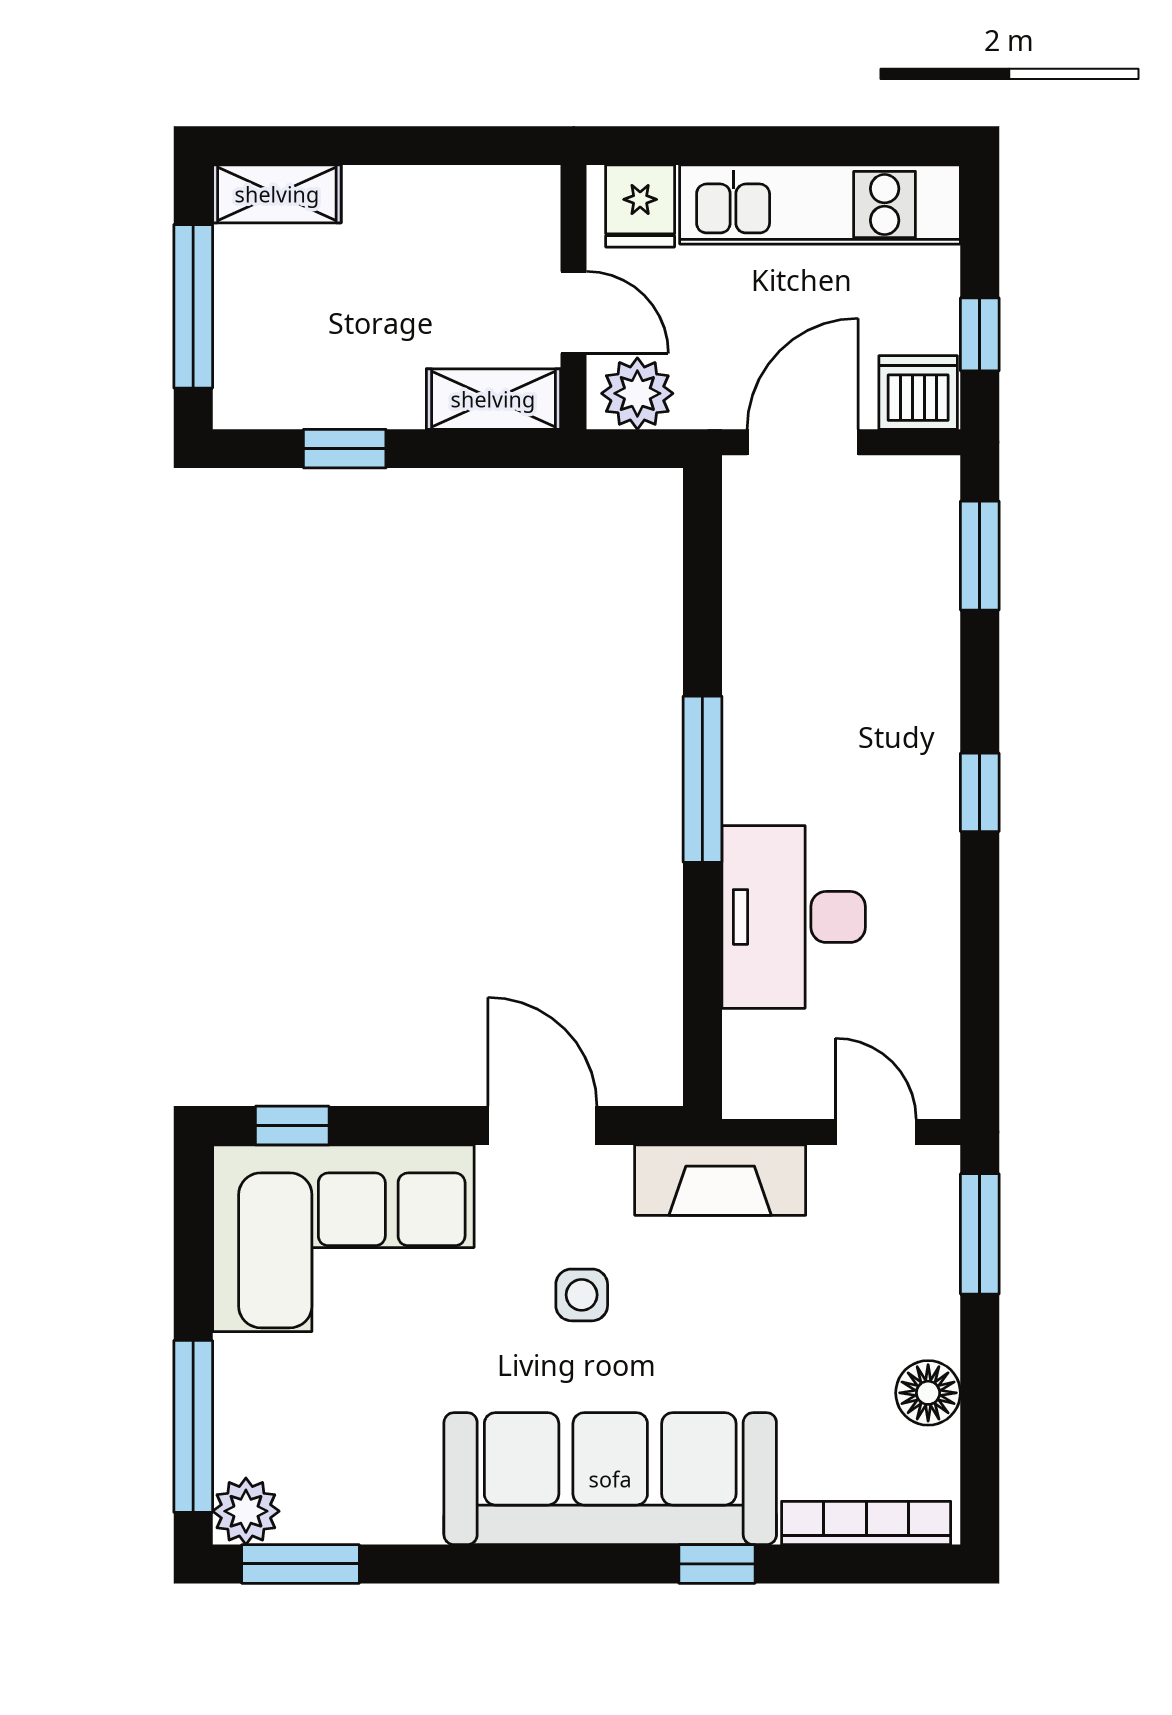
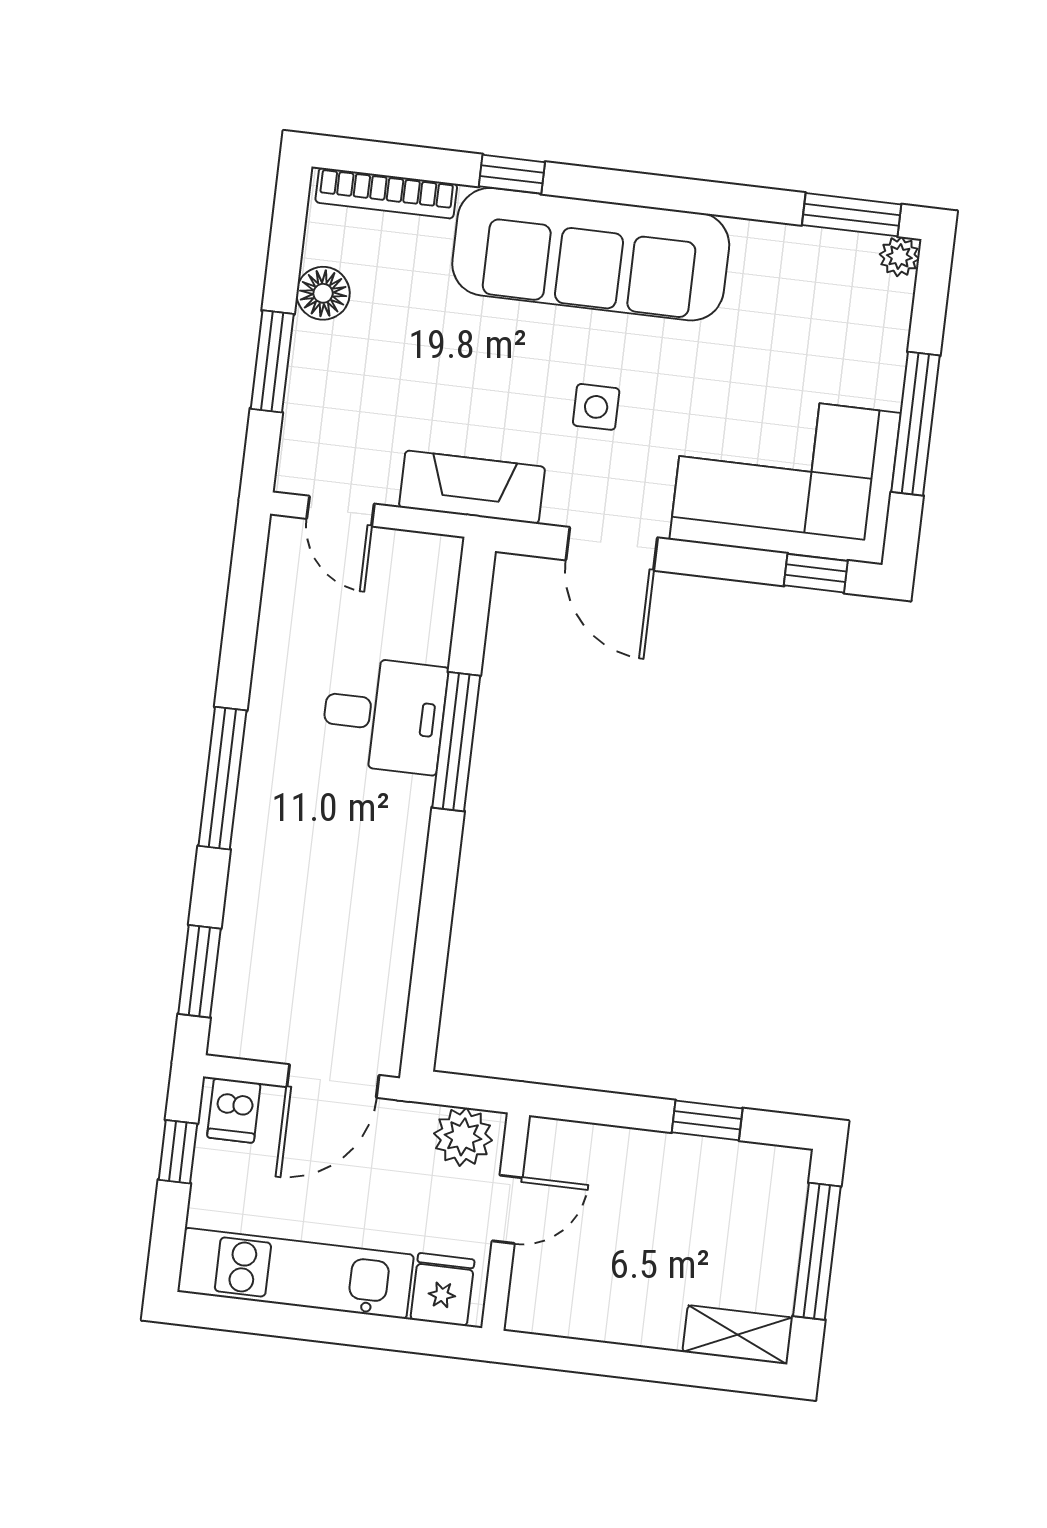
door: (574, 312) -> (507, 1209), swing flipped
dishwasher: (918, 392) -> (234, 1110), width x0.73
shelving: (493, 399) -> (581, 1146), removed
window: (702, 779) -> (456, 742), moved
window: (980, 792) -> (222, 778), width x2.17
desk: (794, 917) -> (384, 715), width x0.73
window: (980, 1234) -> (272, 361), moved
window: (193, 1426) -> (916, 424), moved
plant: (246, 1511) -> (899, 257), width x0.73, depth x0.73

